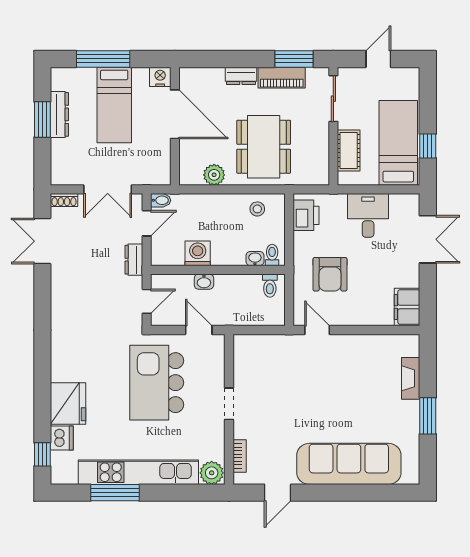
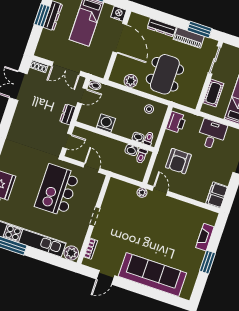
dresser: (241, 76) -> (162, 27), width x1.44
washbasin: (204, 282) -> (131, 150), moved
plant: (290, 342) -> (142, 193), added

